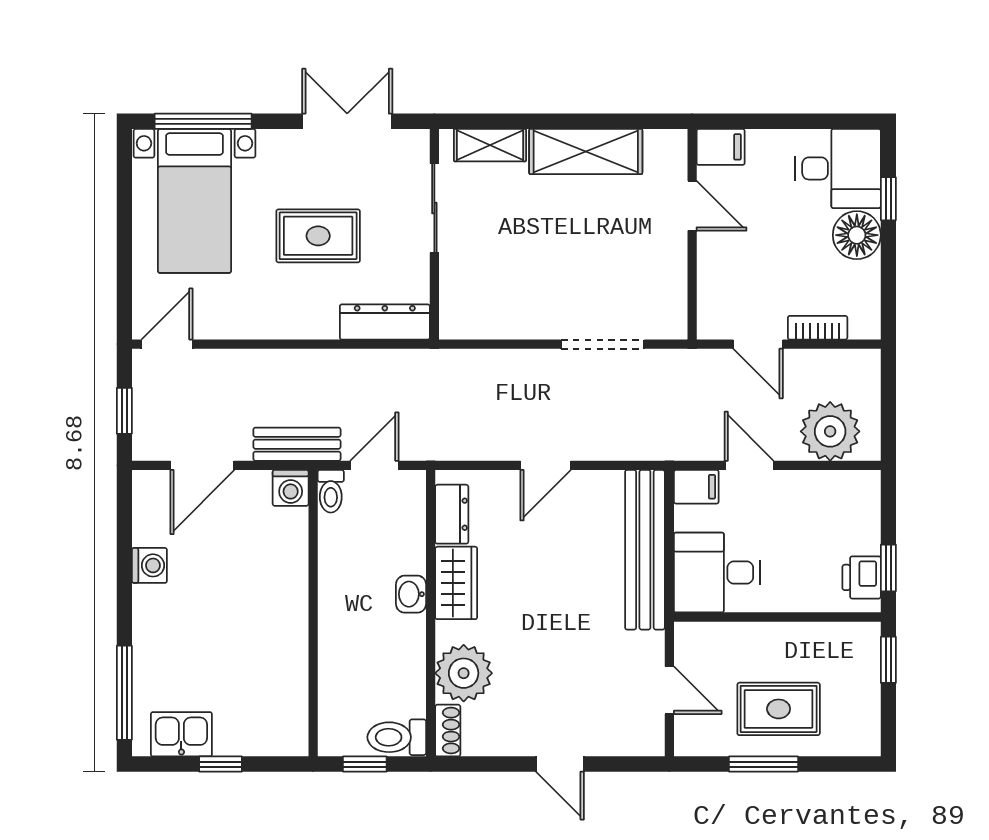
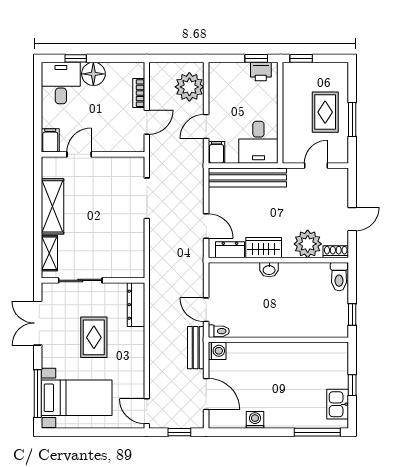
dresser: (452, 514) -> (230, 250), moved
wardrobe: (456, 583) -> (264, 248), moved
washbasin: (411, 594) -> (269, 270), moved
wall: (431, 613) -> (278, 260), moved
plant: (464, 673) -> (308, 244), moved
shoe rack: (448, 731) -> (336, 252), moved
toilet: (397, 737) -> (339, 277), moved

